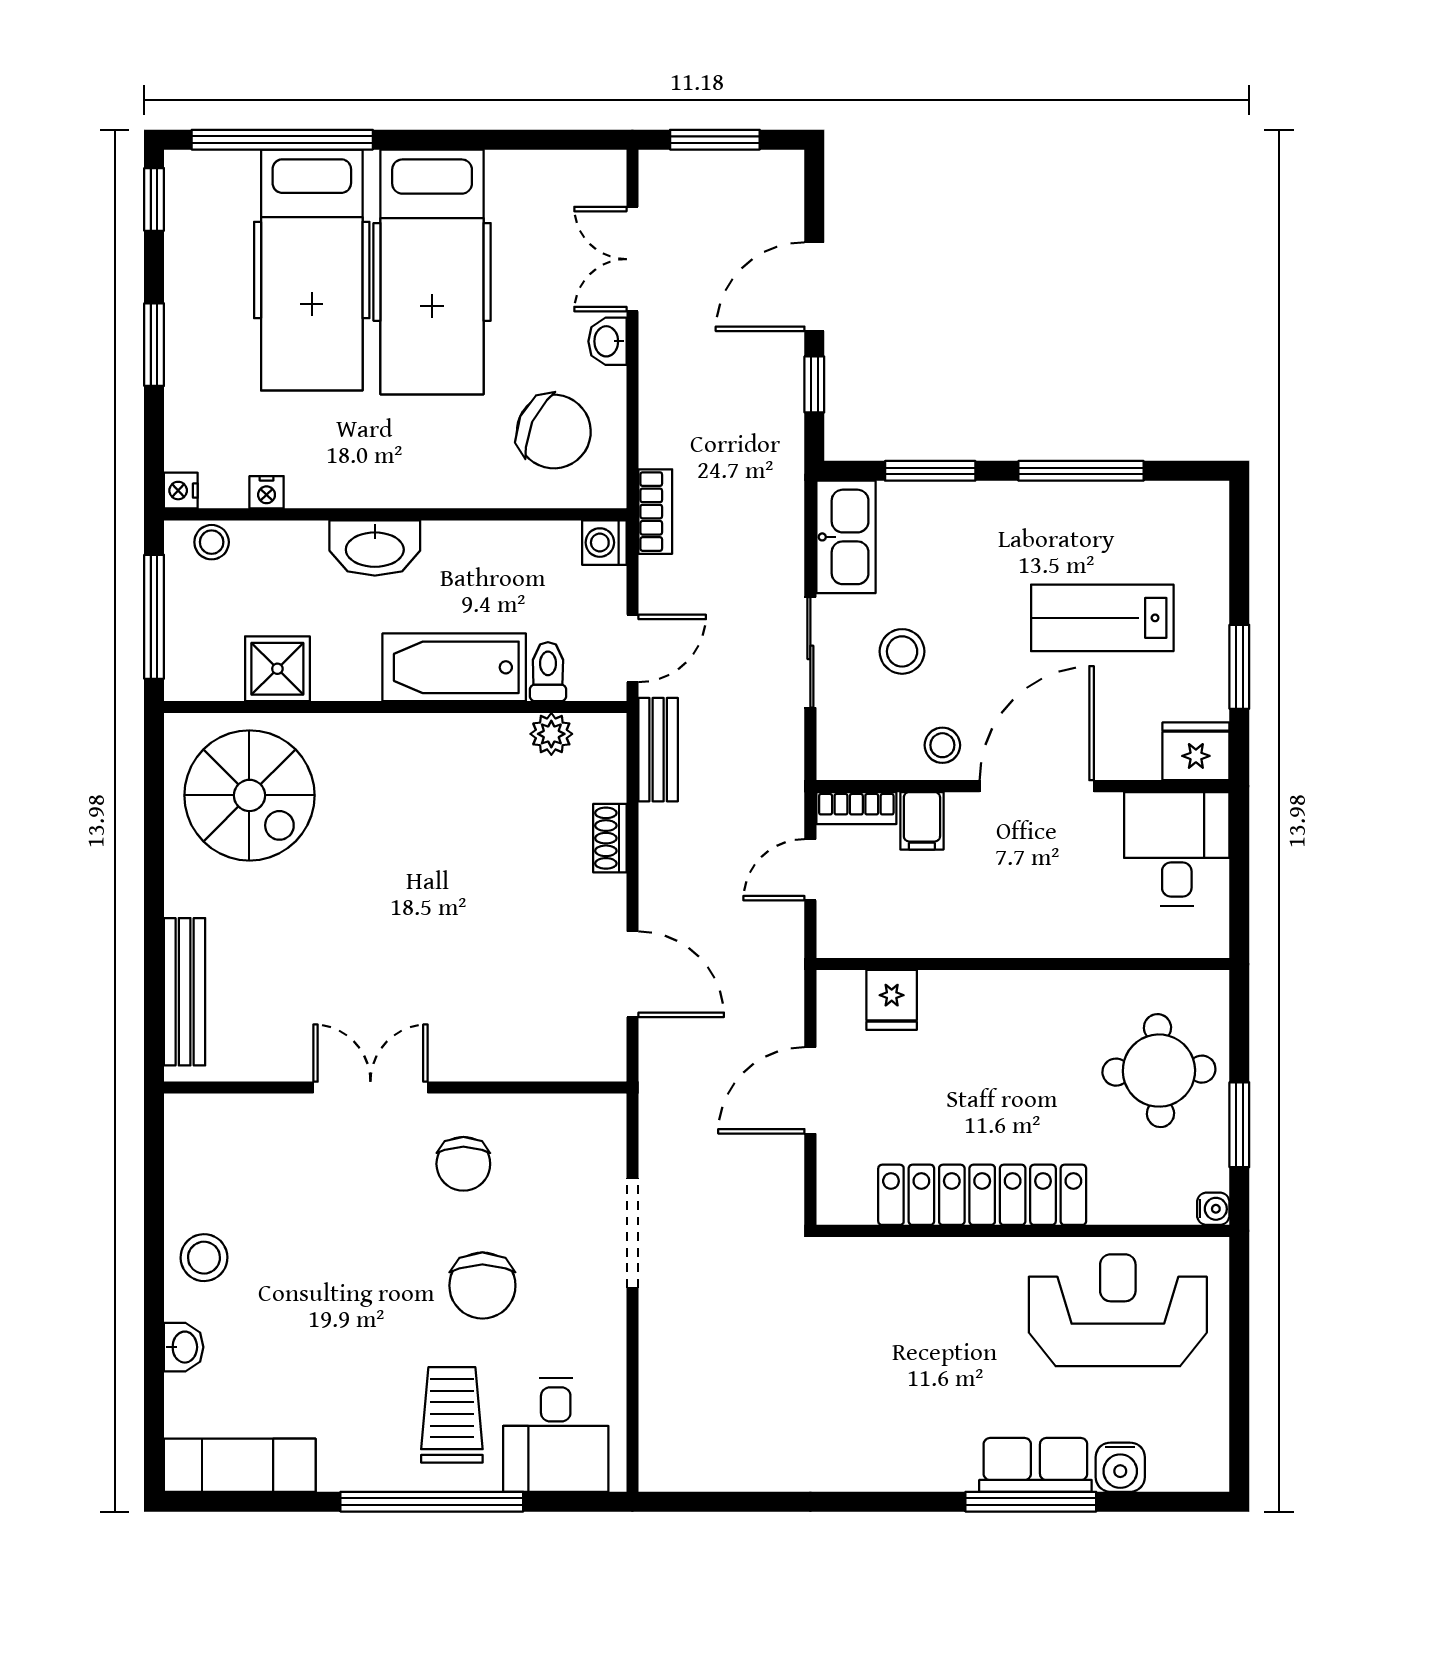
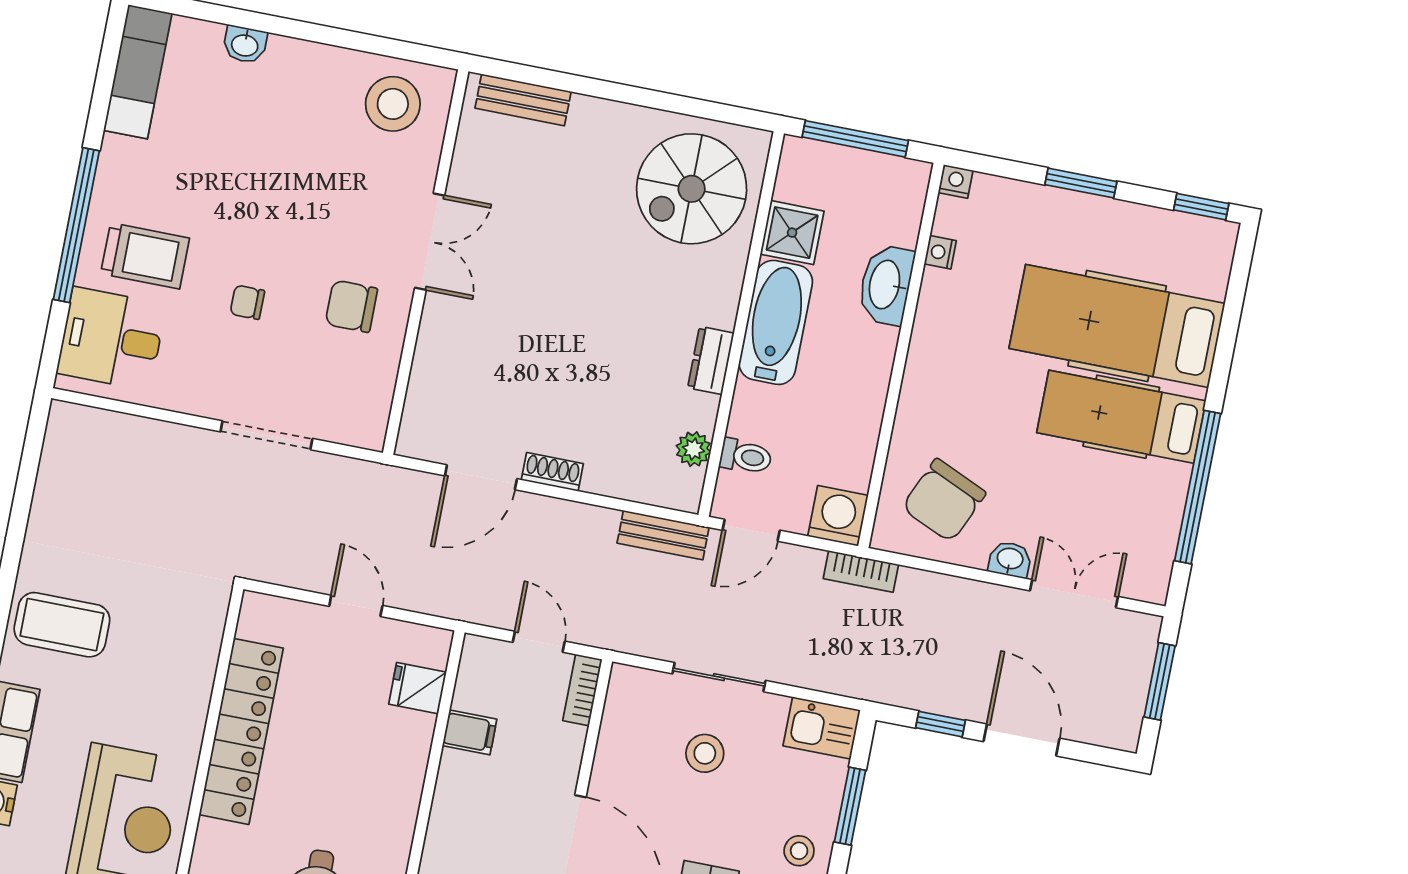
window: (282, 140) -> (1198, 487), moved
hospital bed: (432, 272) -> (1121, 417), width x0.73, depth x0.78
kitchen sink: (846, 537) -> (822, 728), width x0.73
stool: (212, 542) -> (908, 199), removed
washing machine: (604, 543) -> (838, 516), width x1.38, depth x1.38
washbasin: (375, 548) -> (886, 285), moved
door: (632, 648) -> (751, 530), hinge flipped
bathtub: (454, 667) -> (776, 322), moved
dresser: (444, 734) -> (711, 360), added
stool: (942, 745) -> (799, 851), moved
filing cabinet: (922, 821) -> (470, 732), moved, turned 180
shoe rack: (610, 838) -> (552, 472), moved
bench: (185, 992) -> (523, 100), width x0.73
door: (810, 1090) -> (356, 606), width x0.73
stool: (204, 1258) -> (393, 104), moved, width x1.38, depth x1.38
chair: (482, 1286) -> (247, 302), width x0.54, depth x0.54
coffee table: (899, 1427) -> (62, 625), added

